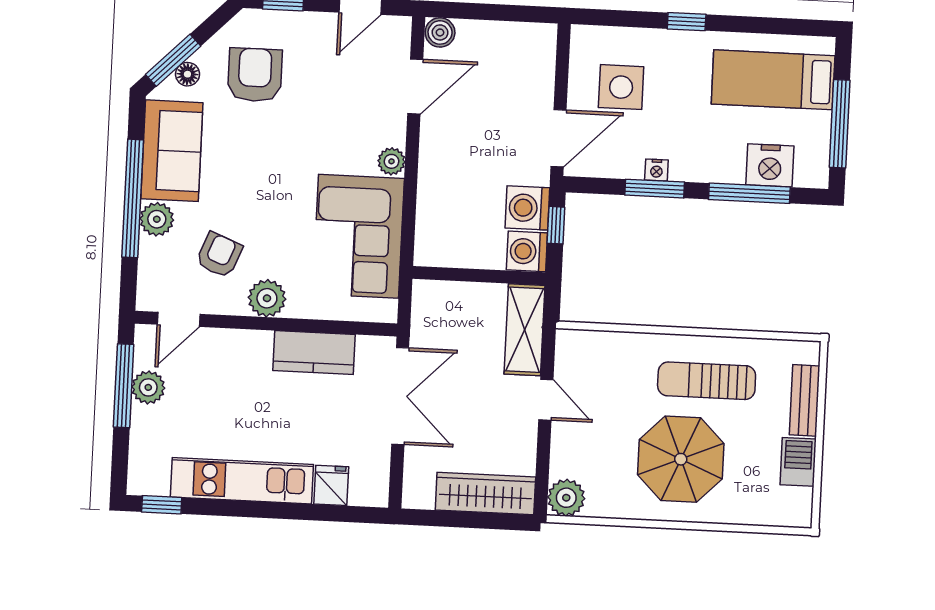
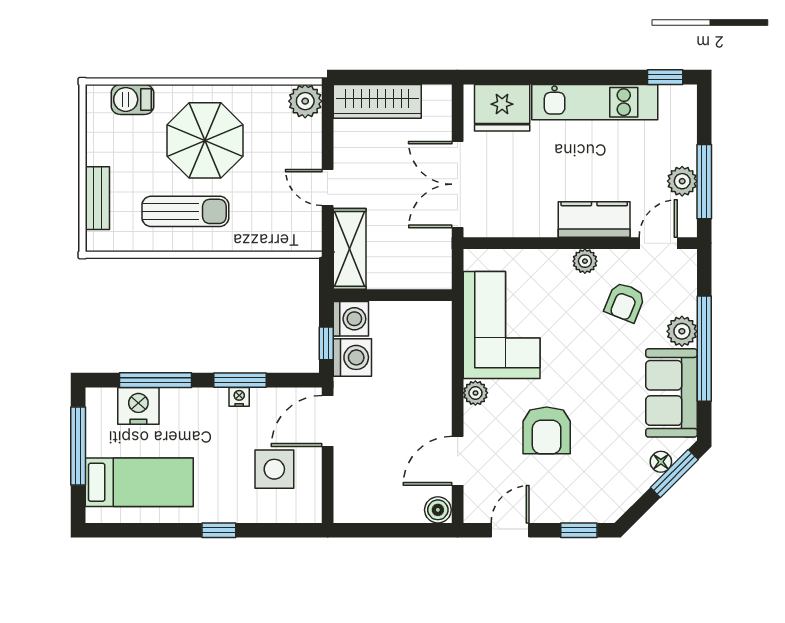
armchair: (255, 75) -> (547, 430), moved
plant: (267, 298) -> (585, 261), width x0.73, depth x0.73
kitchen counter: (314, 352) -> (594, 219), moved
barbecue: (798, 462) -> (132, 99), moved, turned 90
fridge: (331, 485) -> (502, 108), width x1.88, depth x1.34

